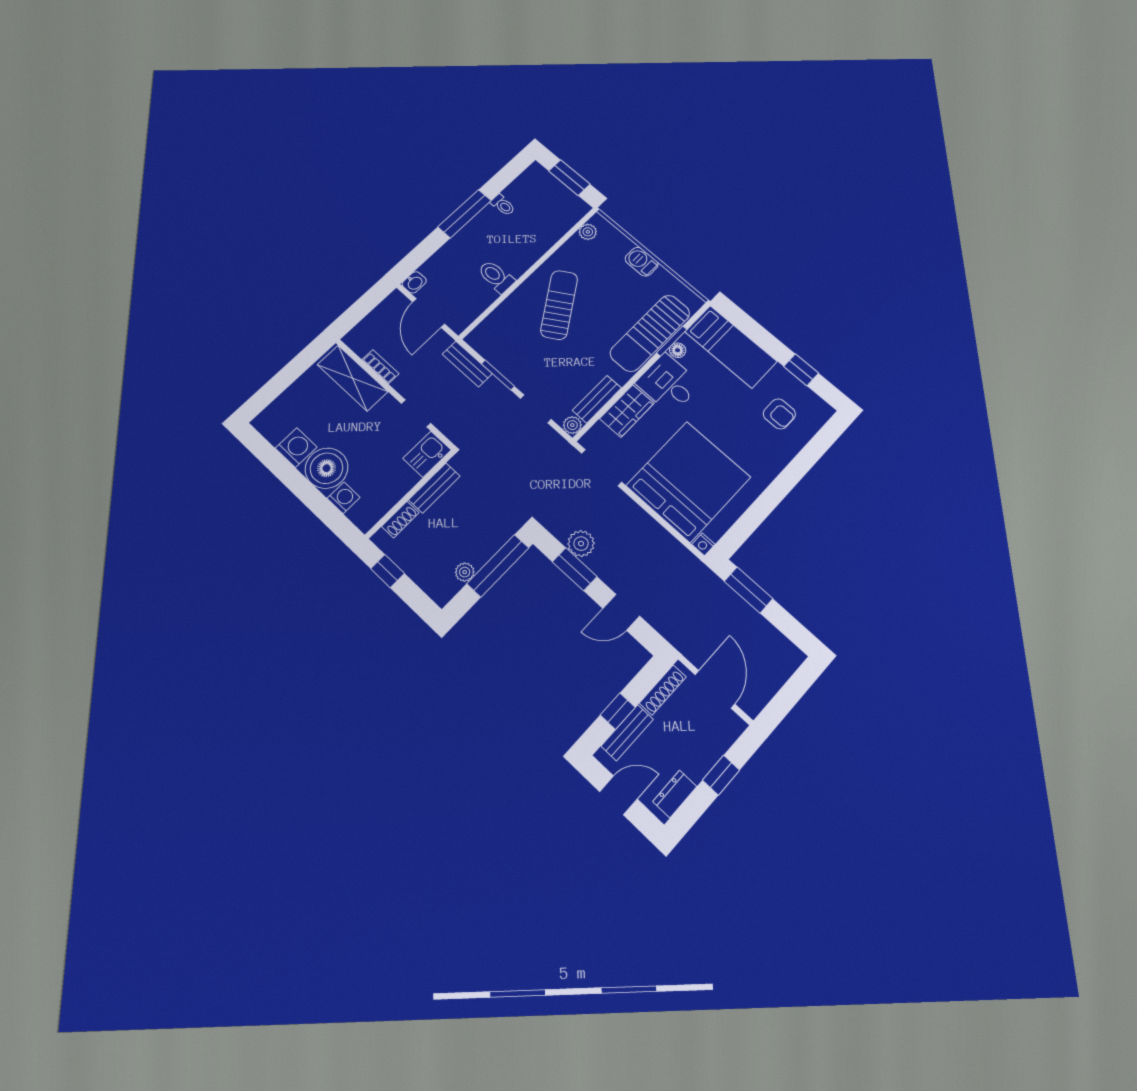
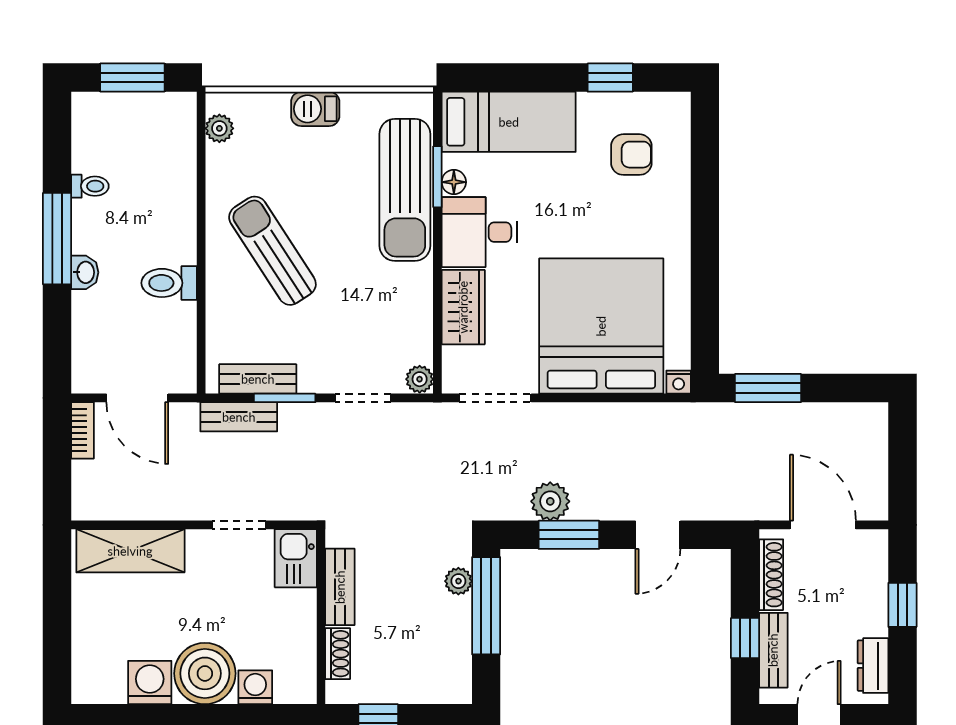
washbasin: (414, 282) -> (85, 272), moved
bookcase: (381, 367) -> (83, 430), moved, turned 90
bench: (597, 399) -> (258, 379), moved, turned 90
plant: (465, 572) -> (458, 581), moved

